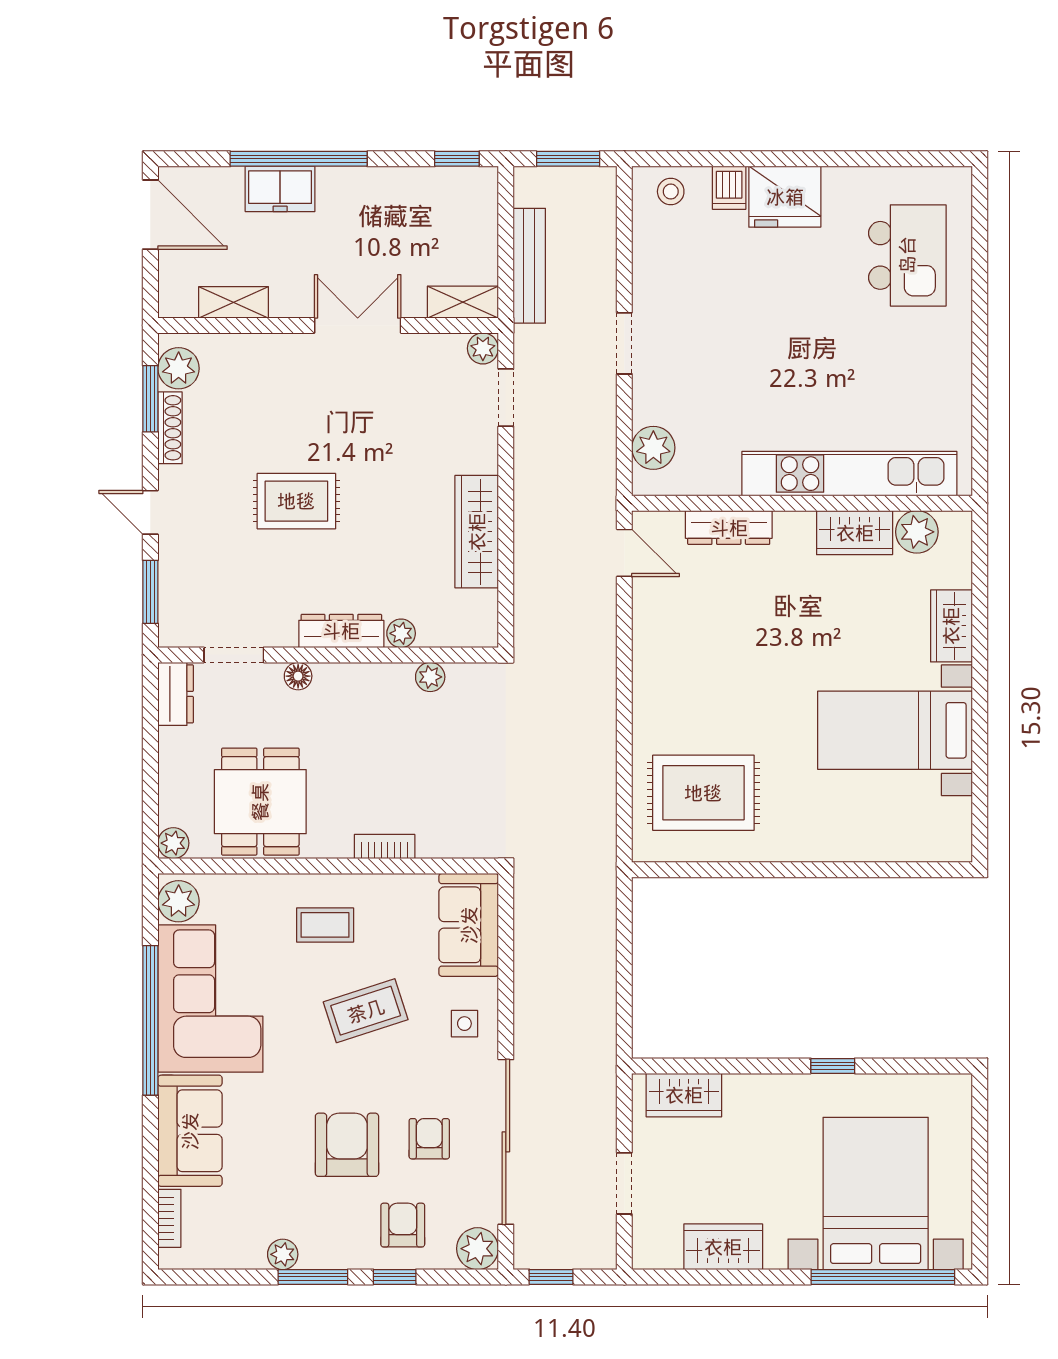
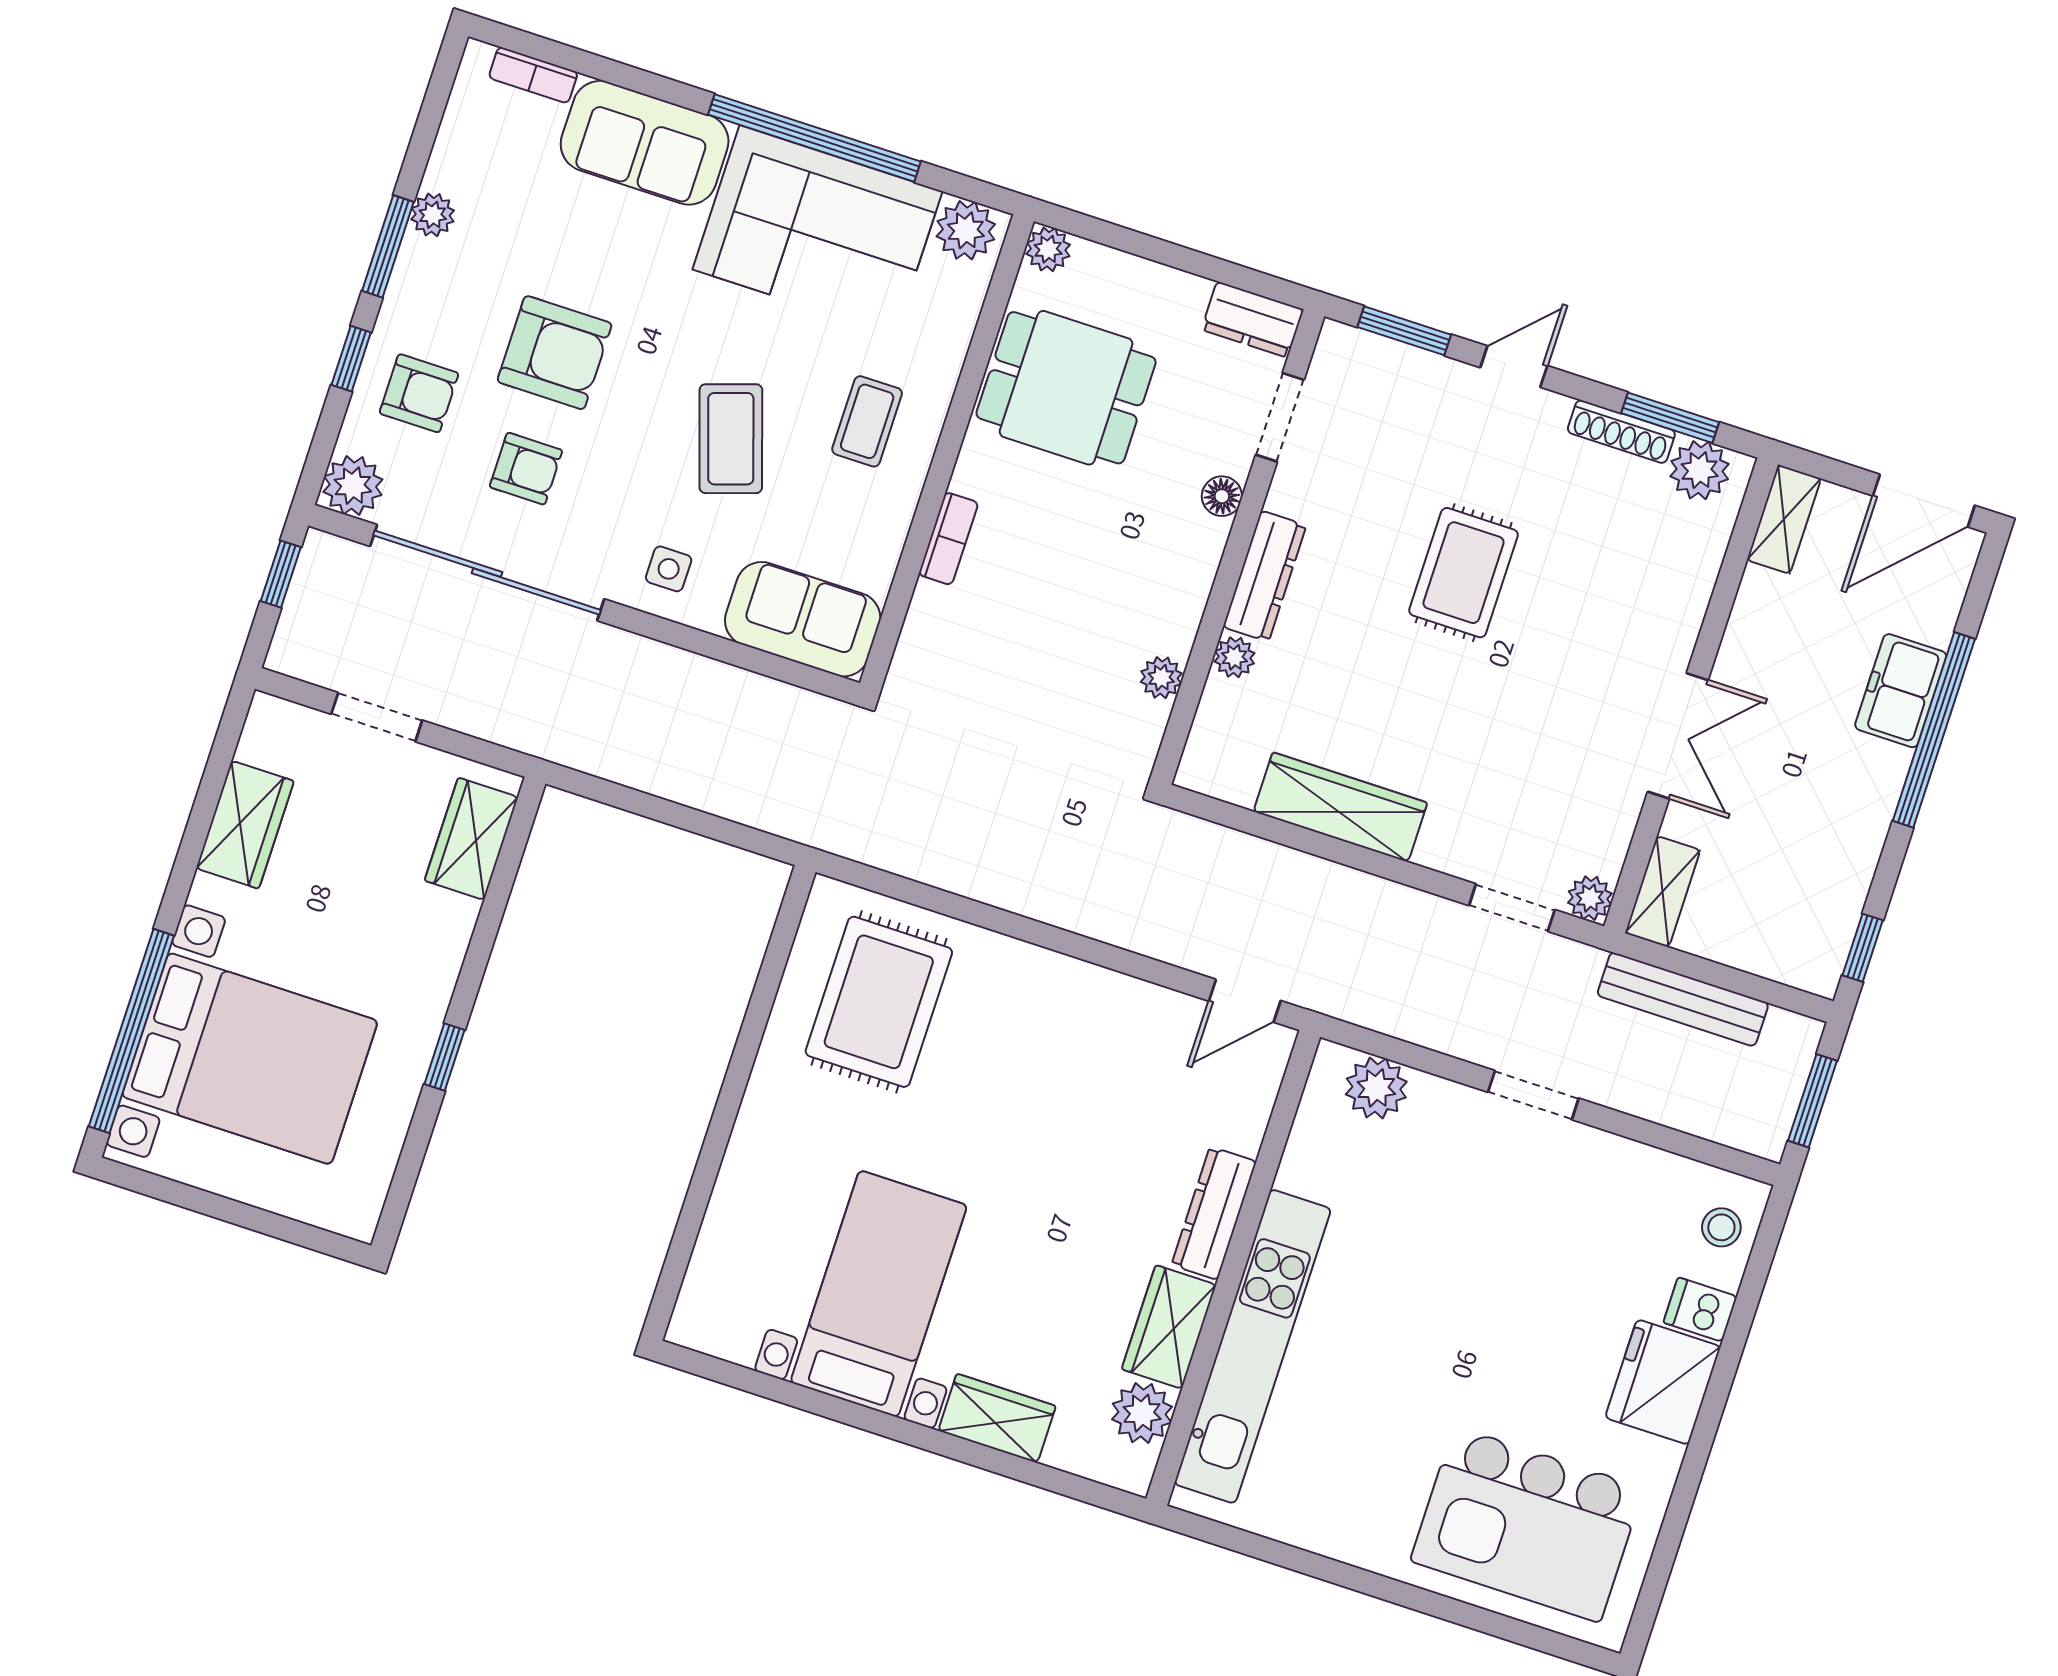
kitchen island: (907, 255) -> (1527, 1524), width x1.37, depth x1.28
shelving: (234, 302) -> (1784, 519), moved
dresser: (729, 528) -> (1214, 1213), moved

